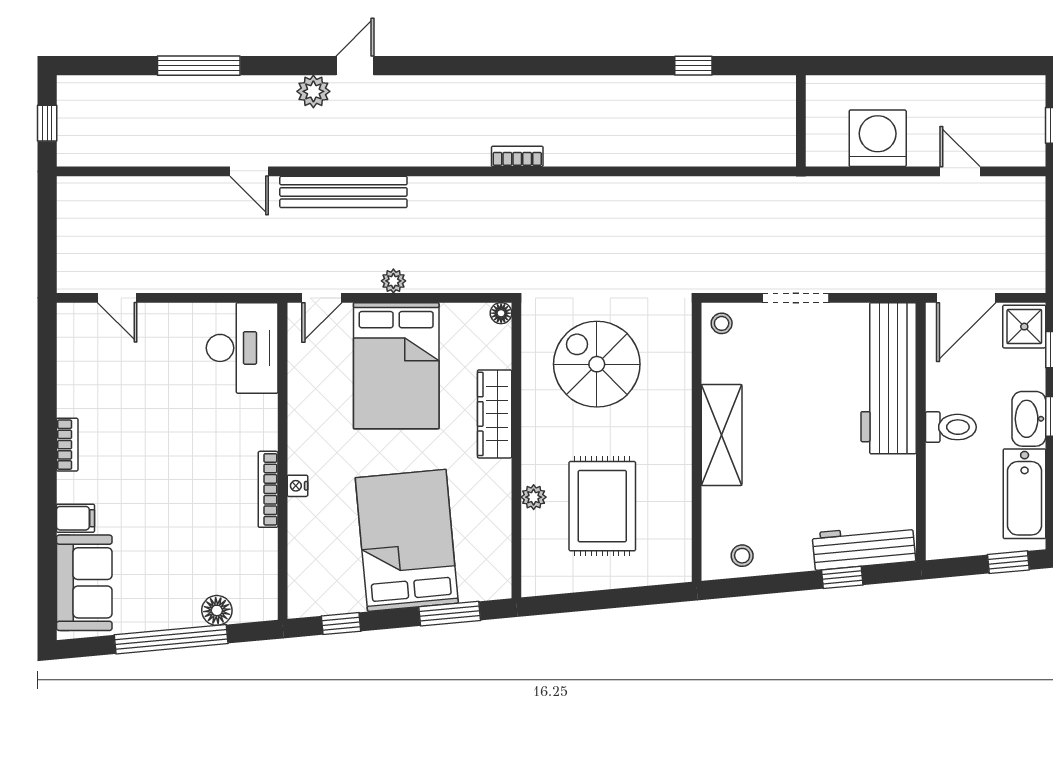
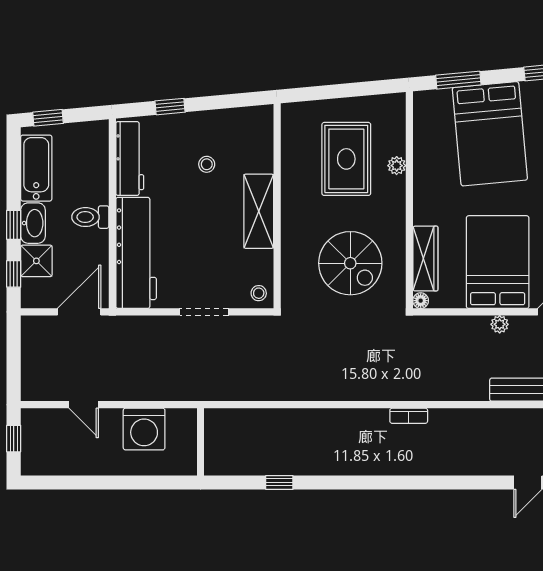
shower: (1024, 327) -> (36, 261), moved
wardrobe: (495, 414) -> (425, 259), moved
workbench: (864, 547) -> (130, 158), moved, turned -85
stool: (742, 556) -> (207, 164), moved

